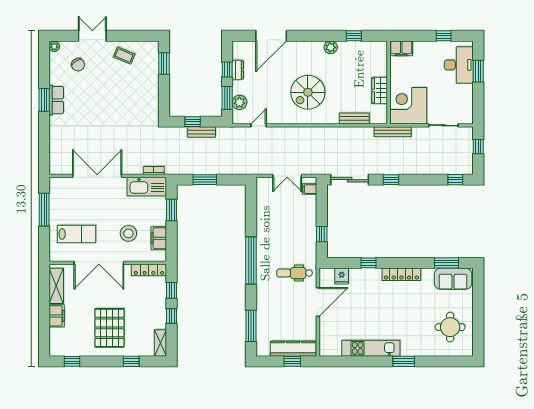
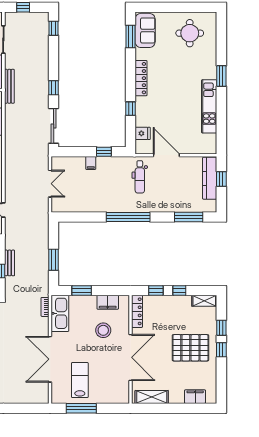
filing cabinet: (310, 189) -> (91, 163), moved
lab bench: (77, 234) -> (80, 380), moved
filing cabinet: (57, 316) -> (195, 397), moved
window: (72, 361) -> (221, 350), moved

